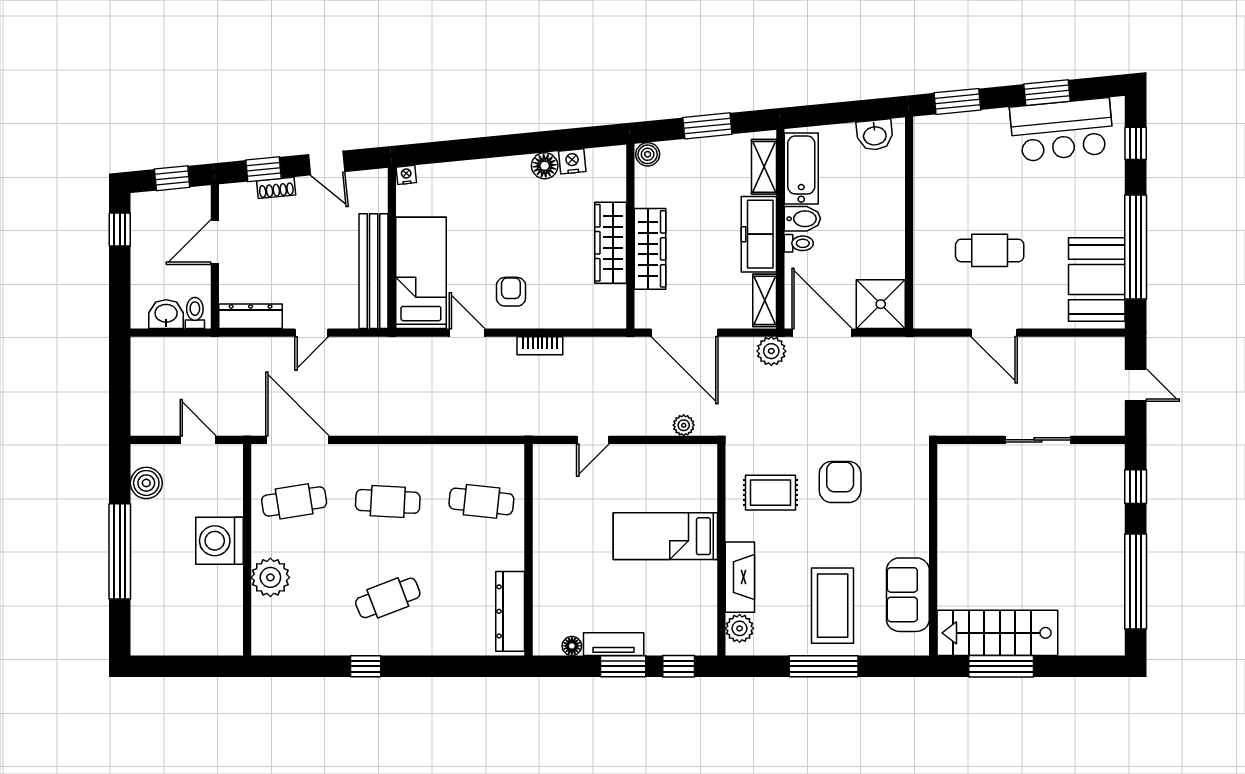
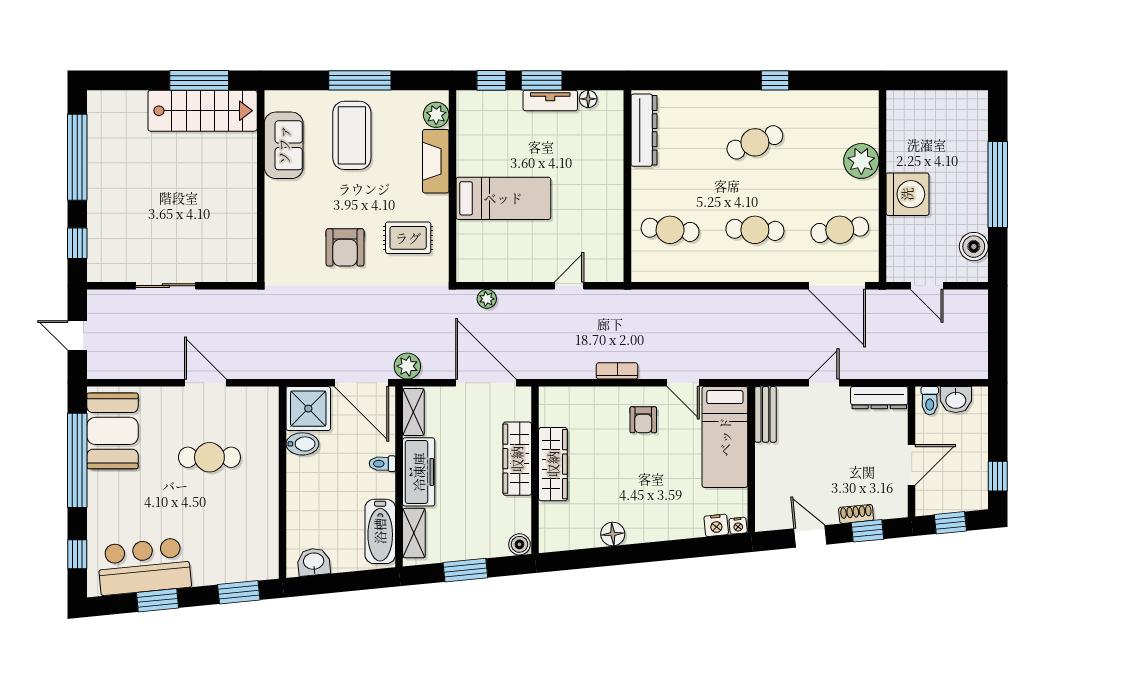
nightstand: (572, 161) -> (716, 525), moved
bidet: (802, 219) -> (302, 444), moved, turned 180
bench: (374, 271) -> (766, 414), width x0.54, depth x0.82

